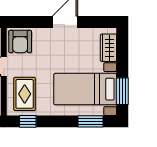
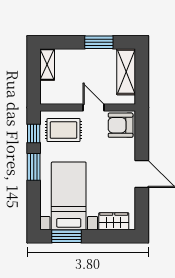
window: (91, 121) -> (34, 167), moved

